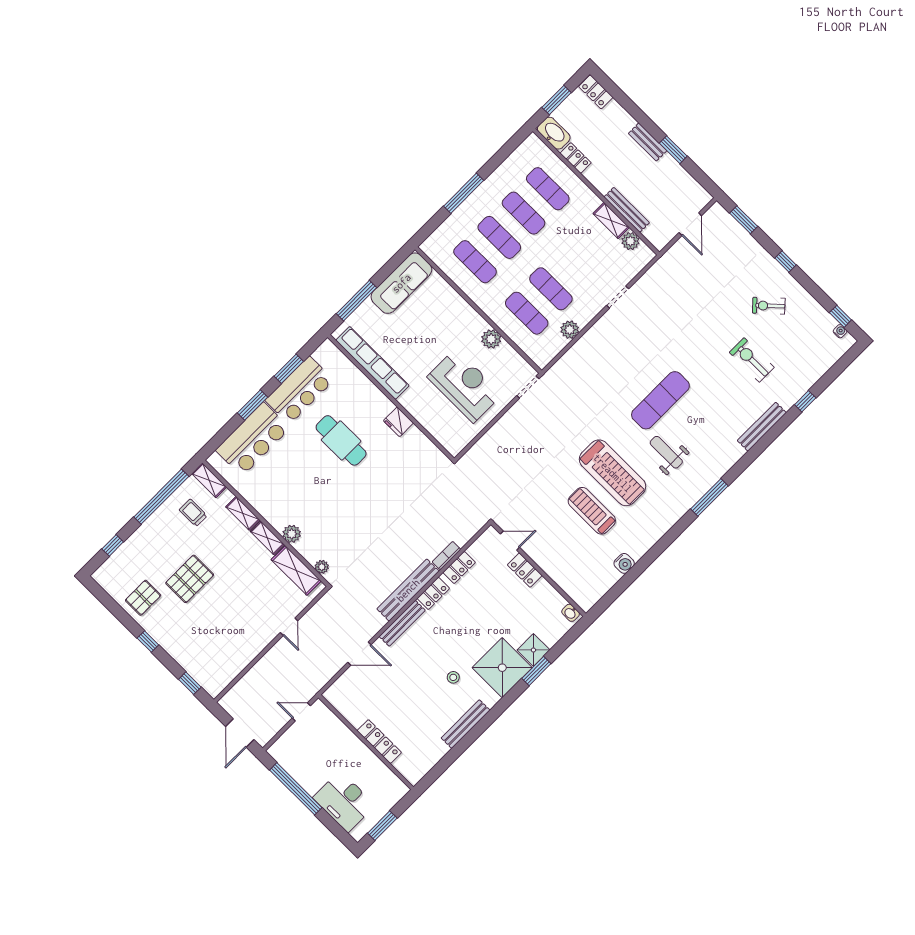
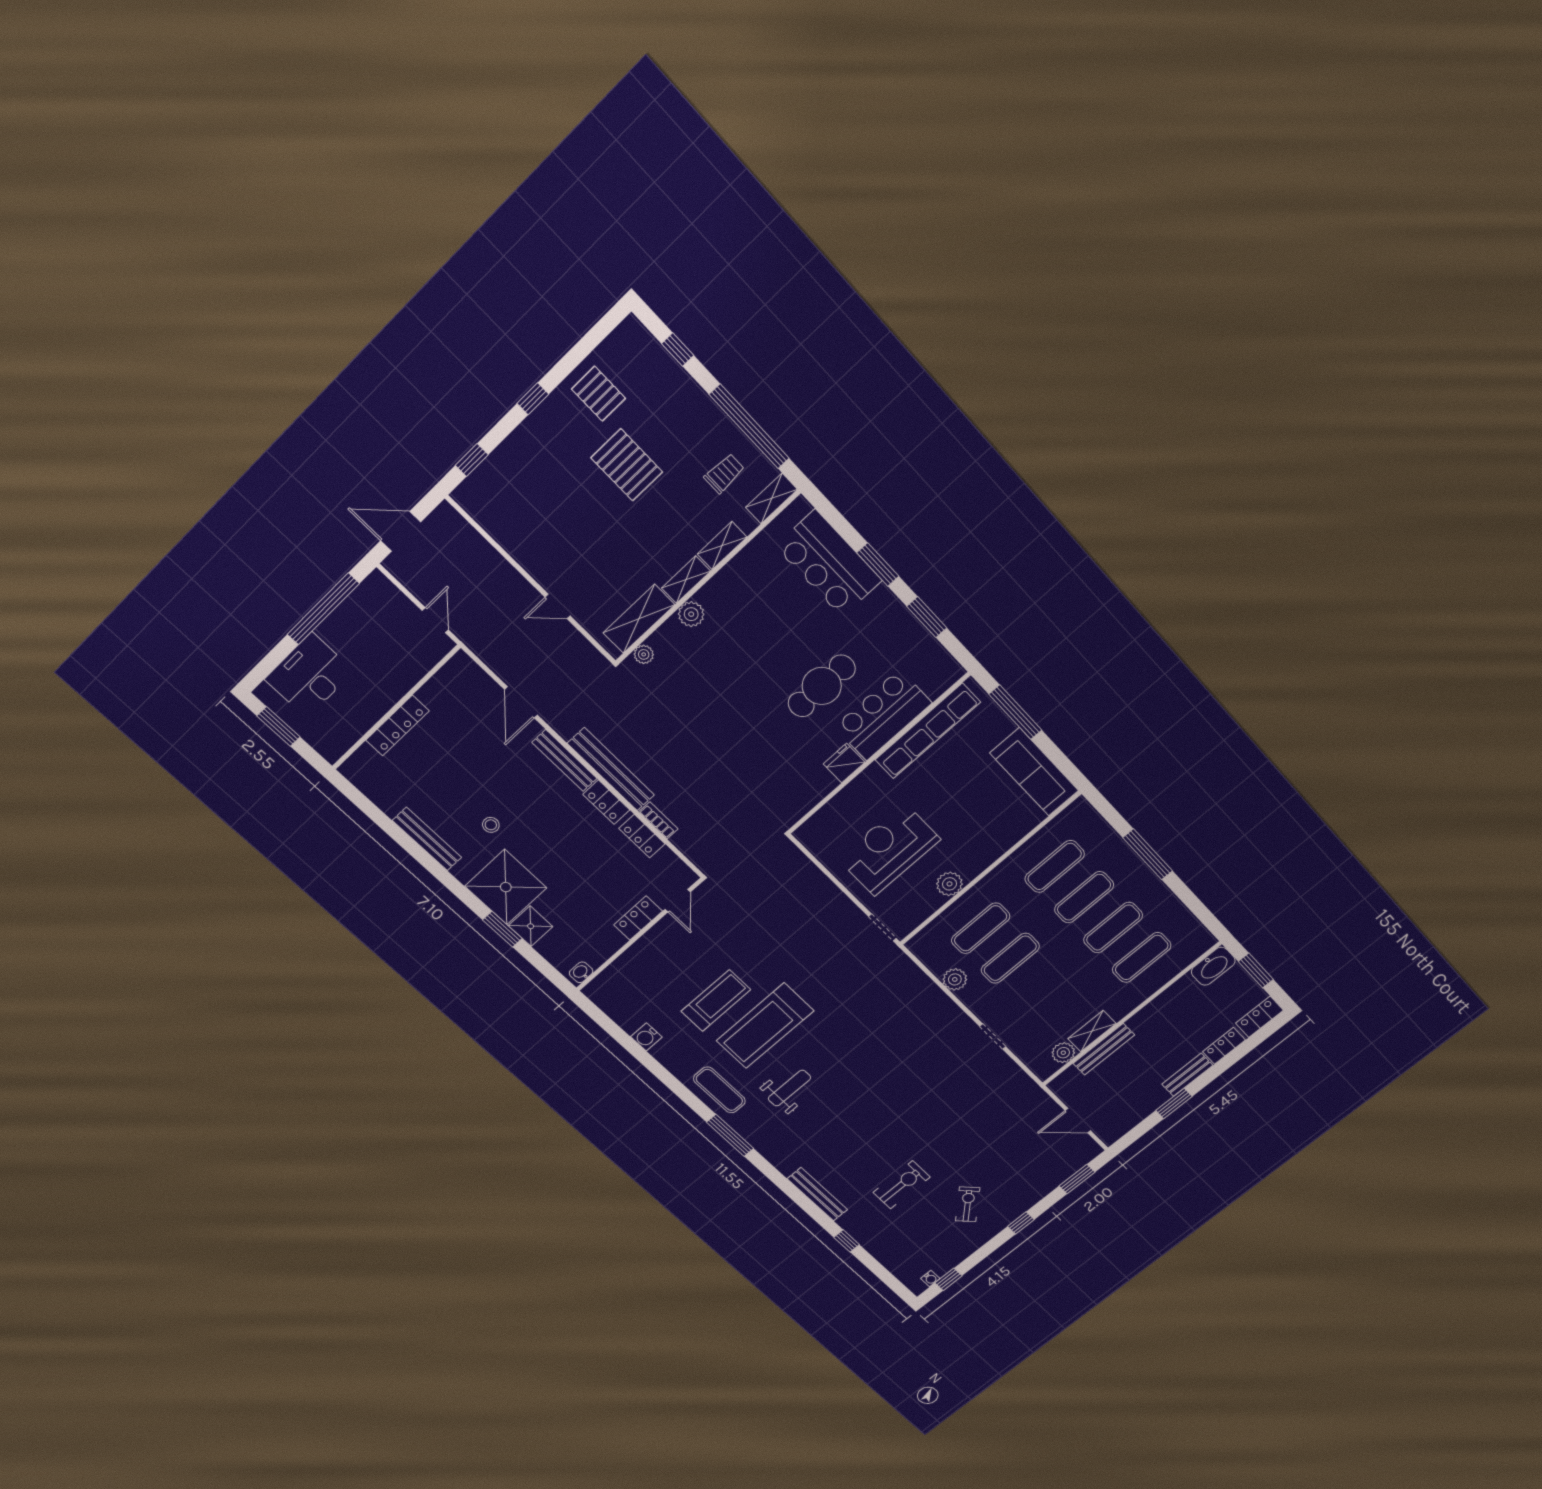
locker: (576, 158) -> (1224, 1046), moved, turned 180
reception desk: (465, 386) -> (889, 849), turned 180
bar counter: (299, 390) -> (883, 715), moved, turned 90
exercise mat: (660, 400) -> (719, 1090), moved, width x0.73, depth x0.69

